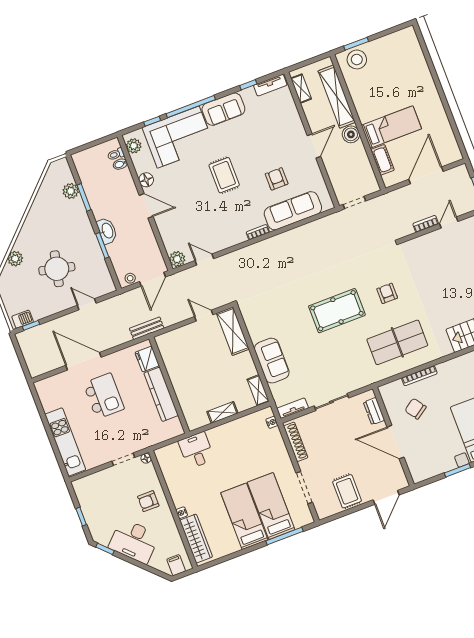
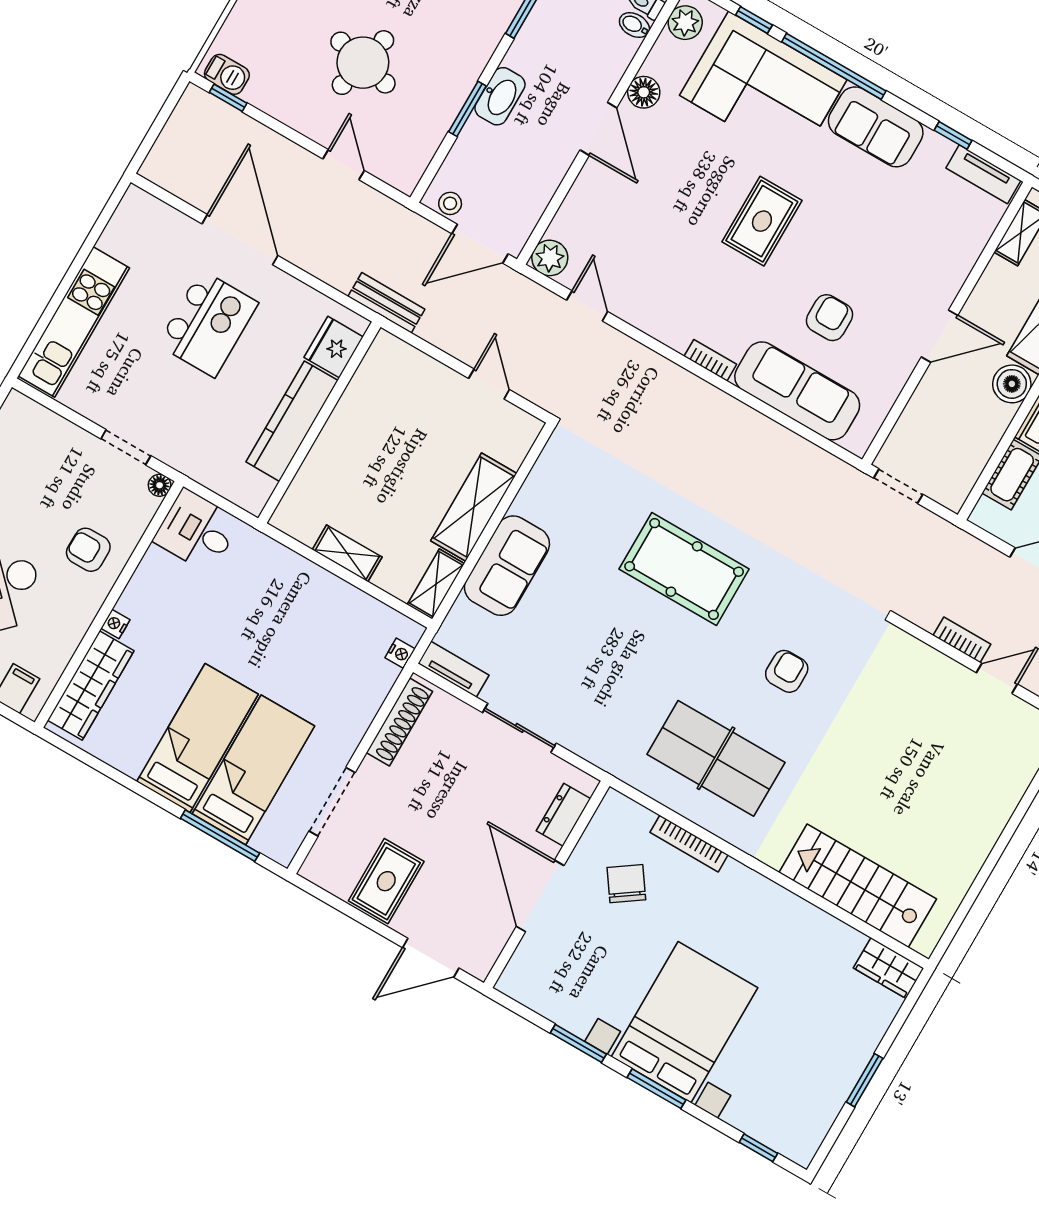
pool table: (337, 311) -> (684, 569), moved
shelving: (233, 331) -> (474, 507), moved
desk: (196, 450) -> (197, 531), moved, turned -90

